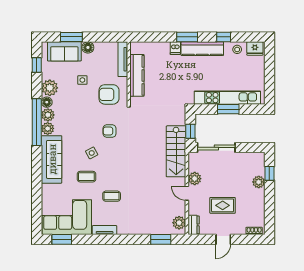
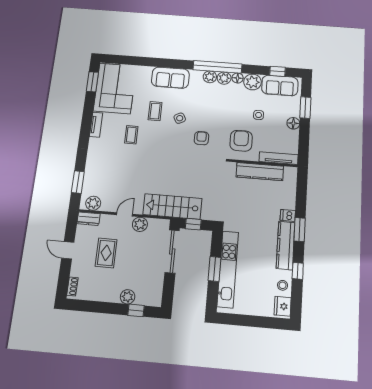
sofa: (64, 51) -> (280, 86), moved, turned -90
sofa: (52, 159) -> (170, 78), width x0.73

